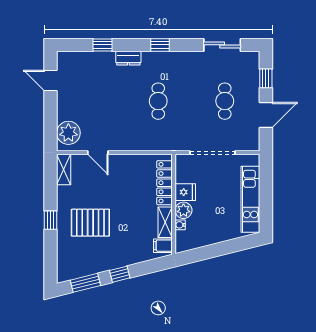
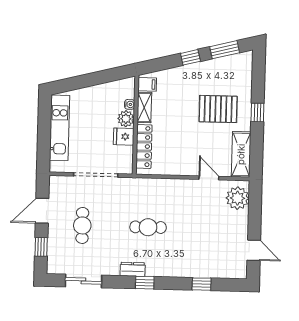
dresser: (128, 58) -> (133, 269), moved
cafe table: (158, 101) -> (148, 227), turned 90
shelving: (64, 170) -> (241, 154), width x1.50, depth x1.33

